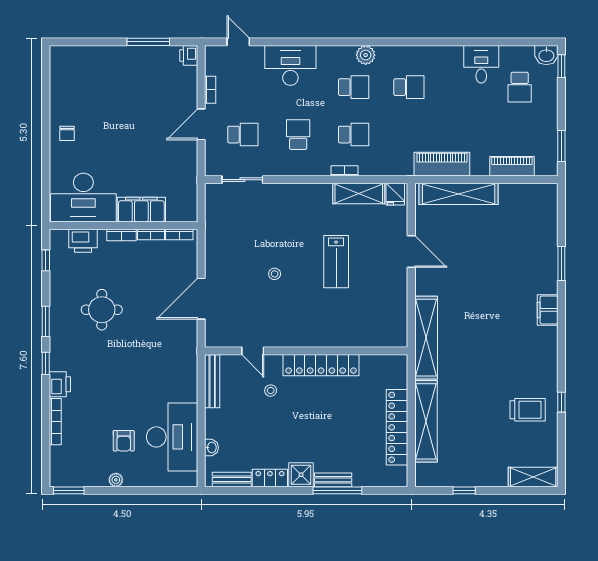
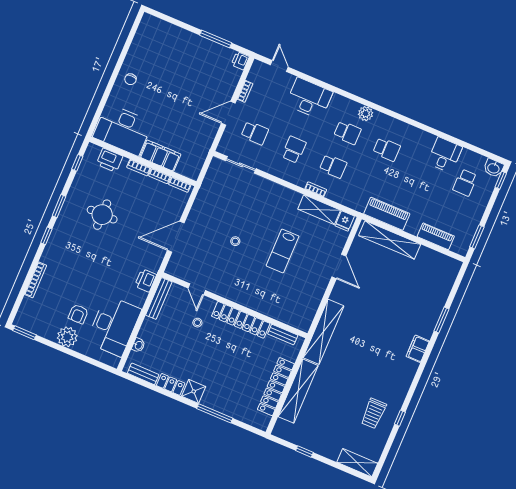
printer: (60, 384) -> (146, 280), moved, turned 180
trolley: (528, 410) -> (374, 413), turned 90
plant: (116, 480) -> (67, 337), width x1.87, depth x1.87
bench: (333, 480) -> (283, 335), moved

